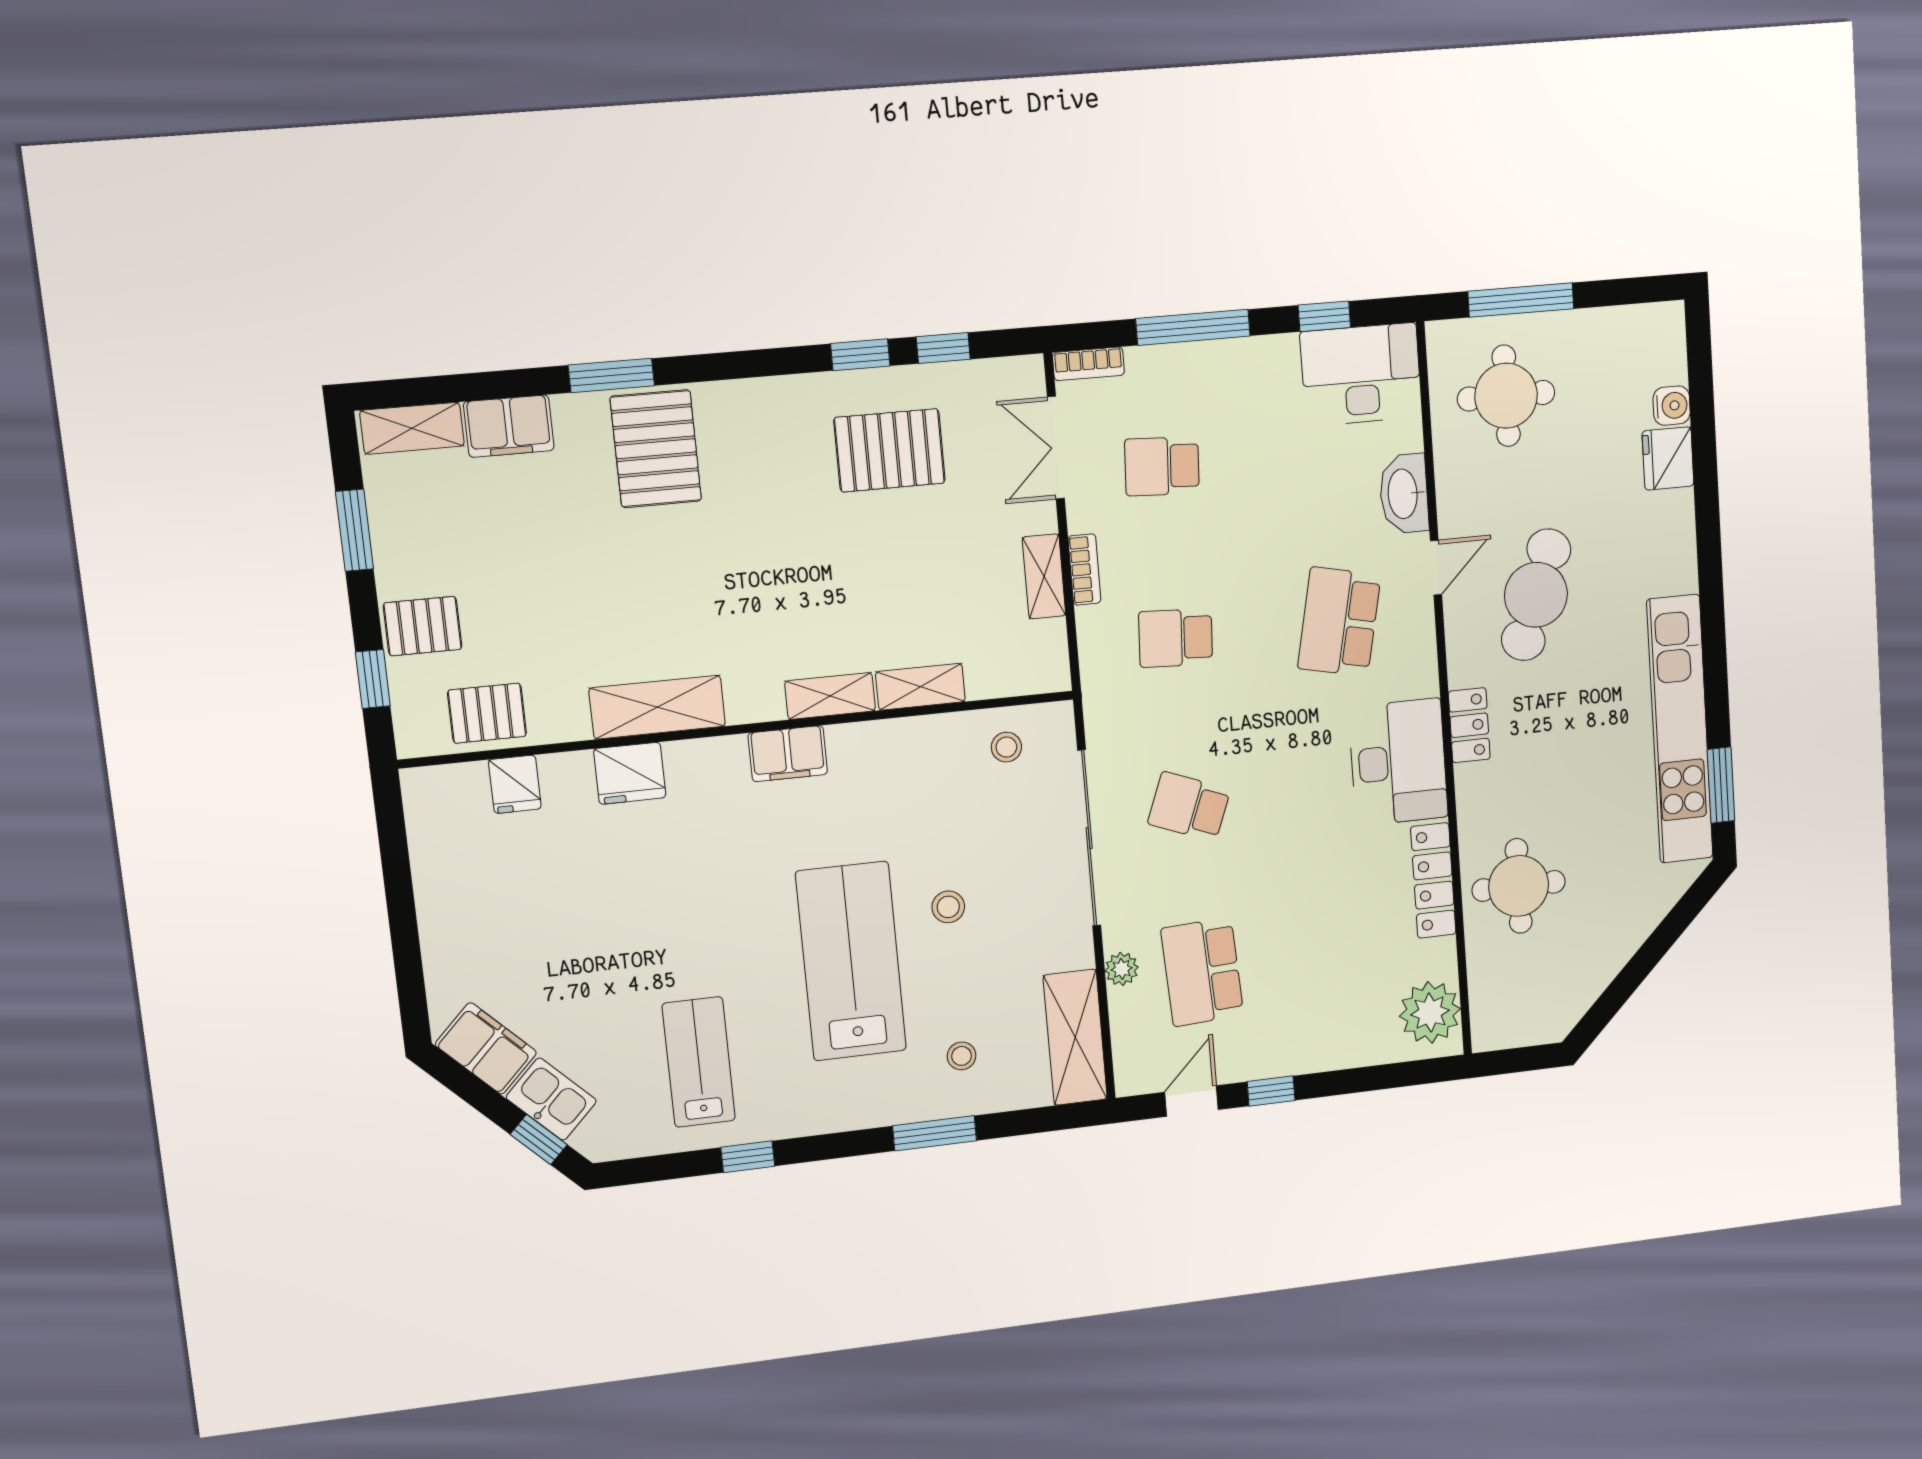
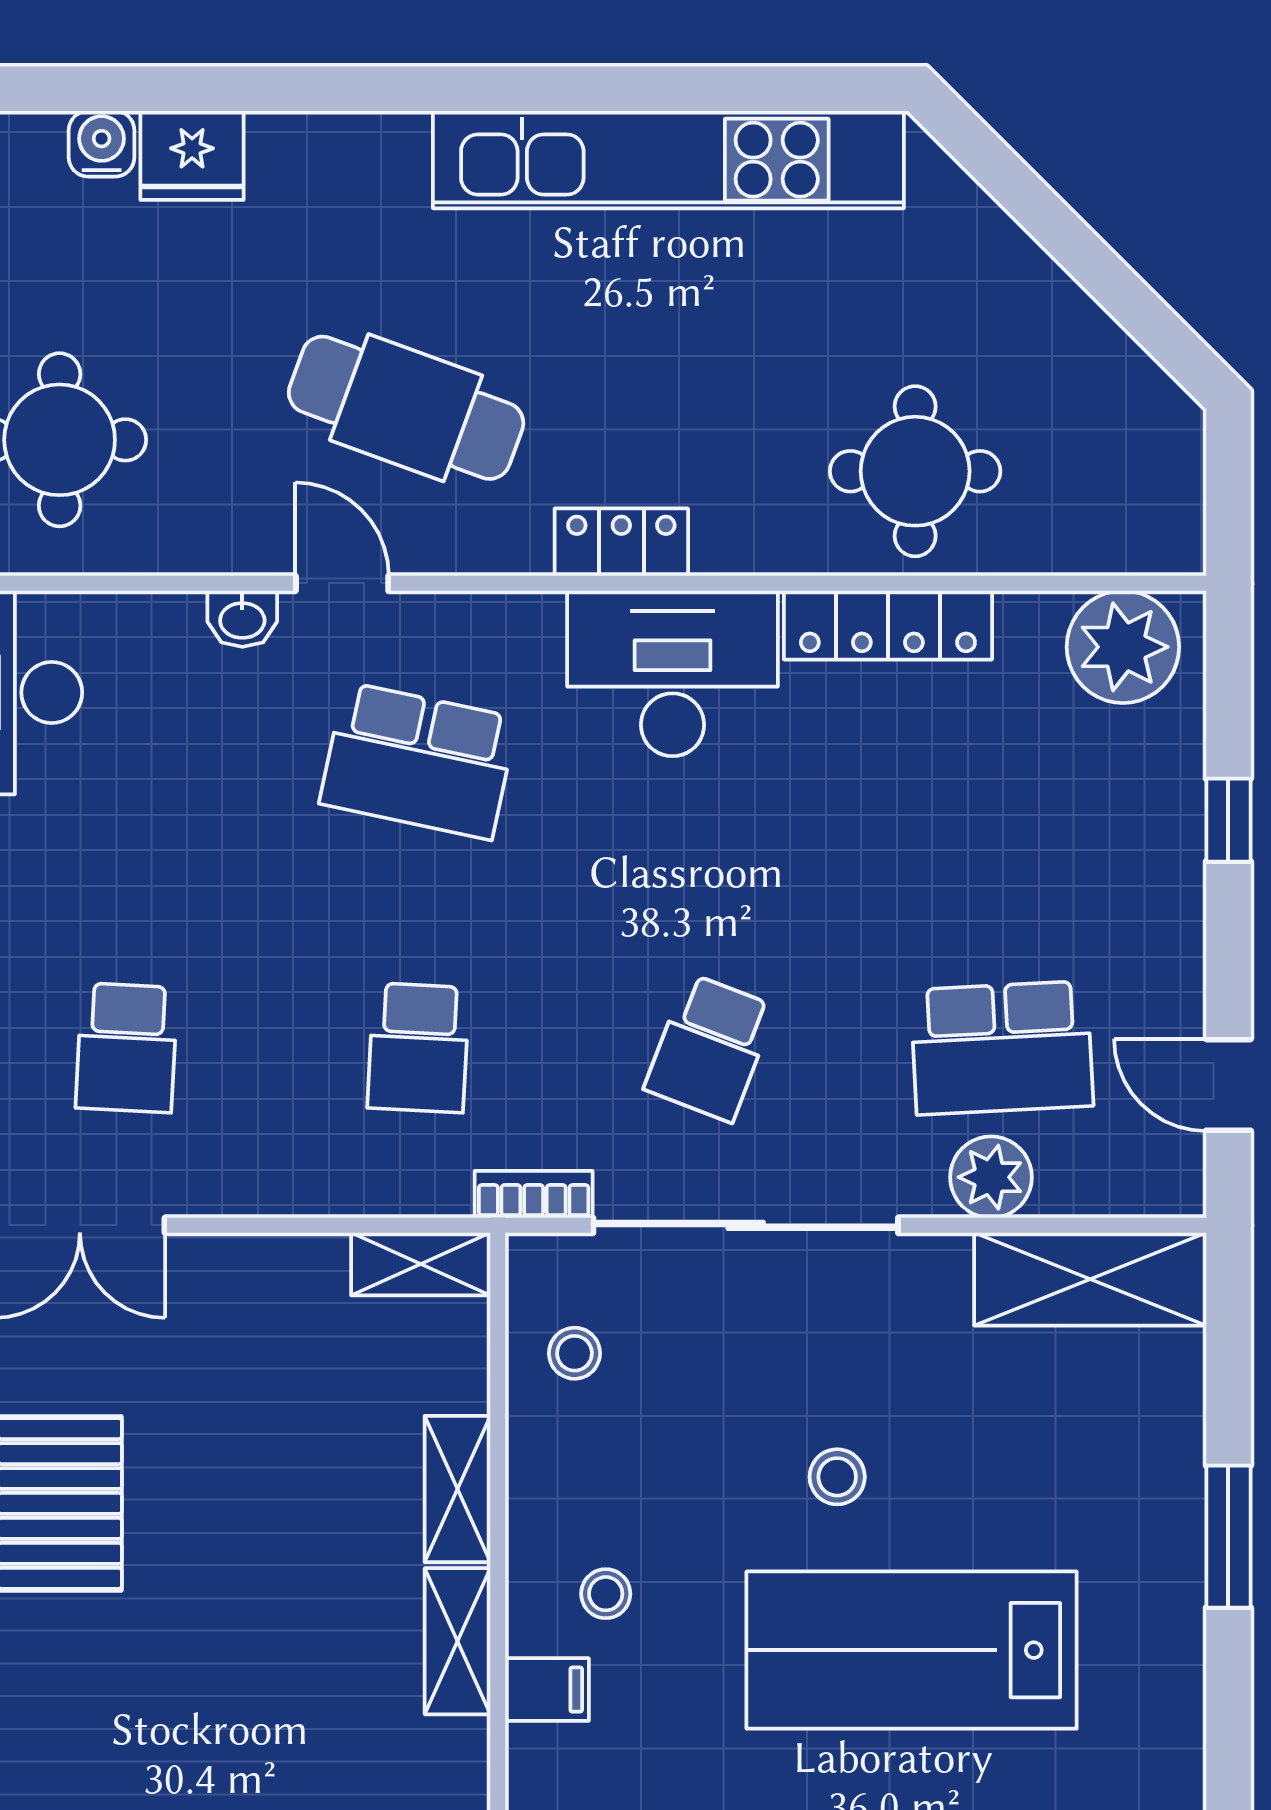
washbasin: (1404, 494) -> (242, 619), width x0.52, depth x0.69
bookcase: (1084, 569) -> (534, 1194), moved
shelving: (1044, 576) -> (421, 1264), moved
filing cabinet: (788, 754) -> (547, 1690), width x0.50
window: (1721, 785) -> (776, 89), removed
plant: (1122, 969) -> (991, 1177), width x1.38, depth x1.38
stool: (962, 1056) -> (606, 1594), moved
window: (1271, 1091) -> (1228, 820), moved

